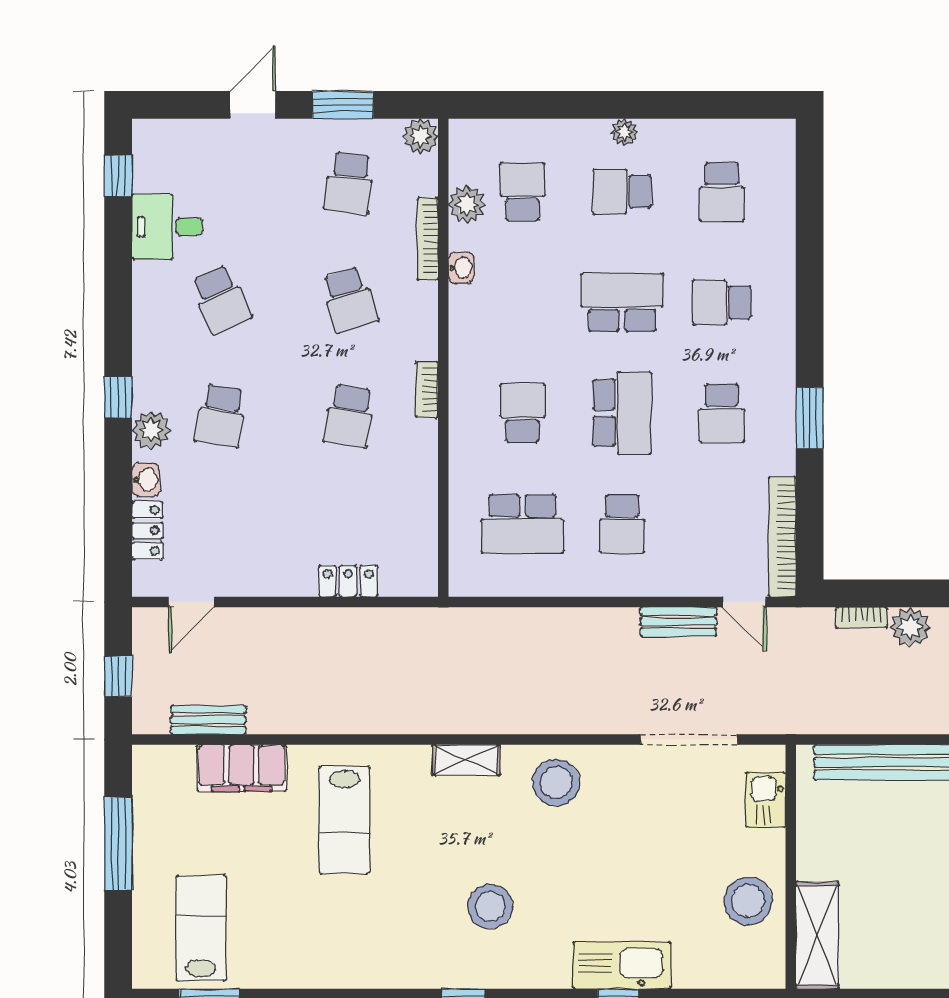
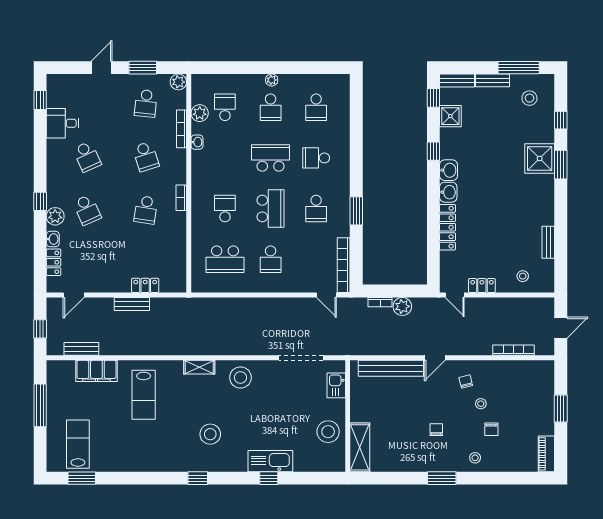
school desk: (622, 192) -> (271, 107), turned -90
school desk: (221, 416) -> (87, 210), turned -33
bench: (678, 622) -> (132, 304), moved

